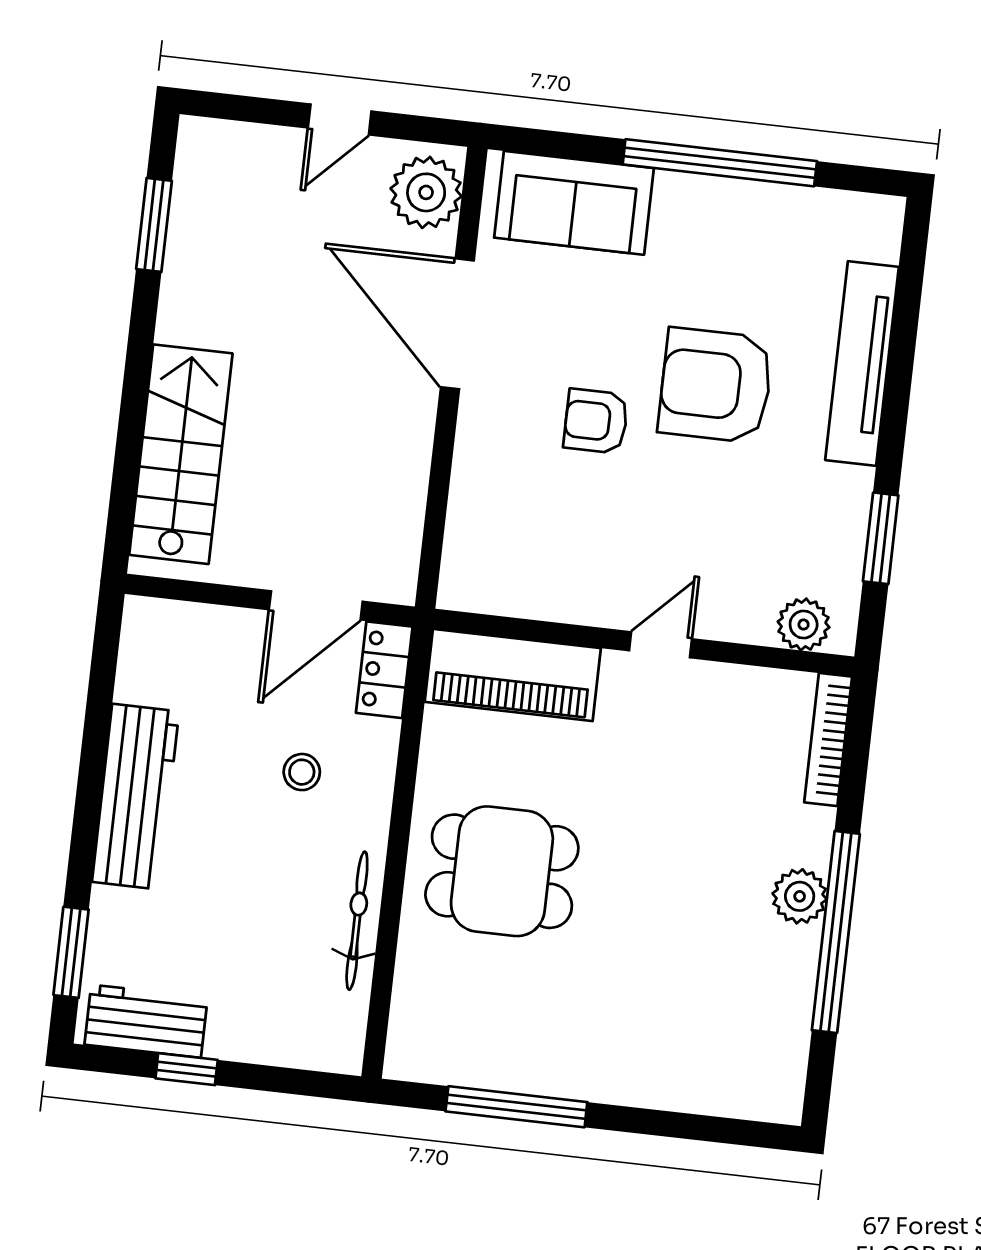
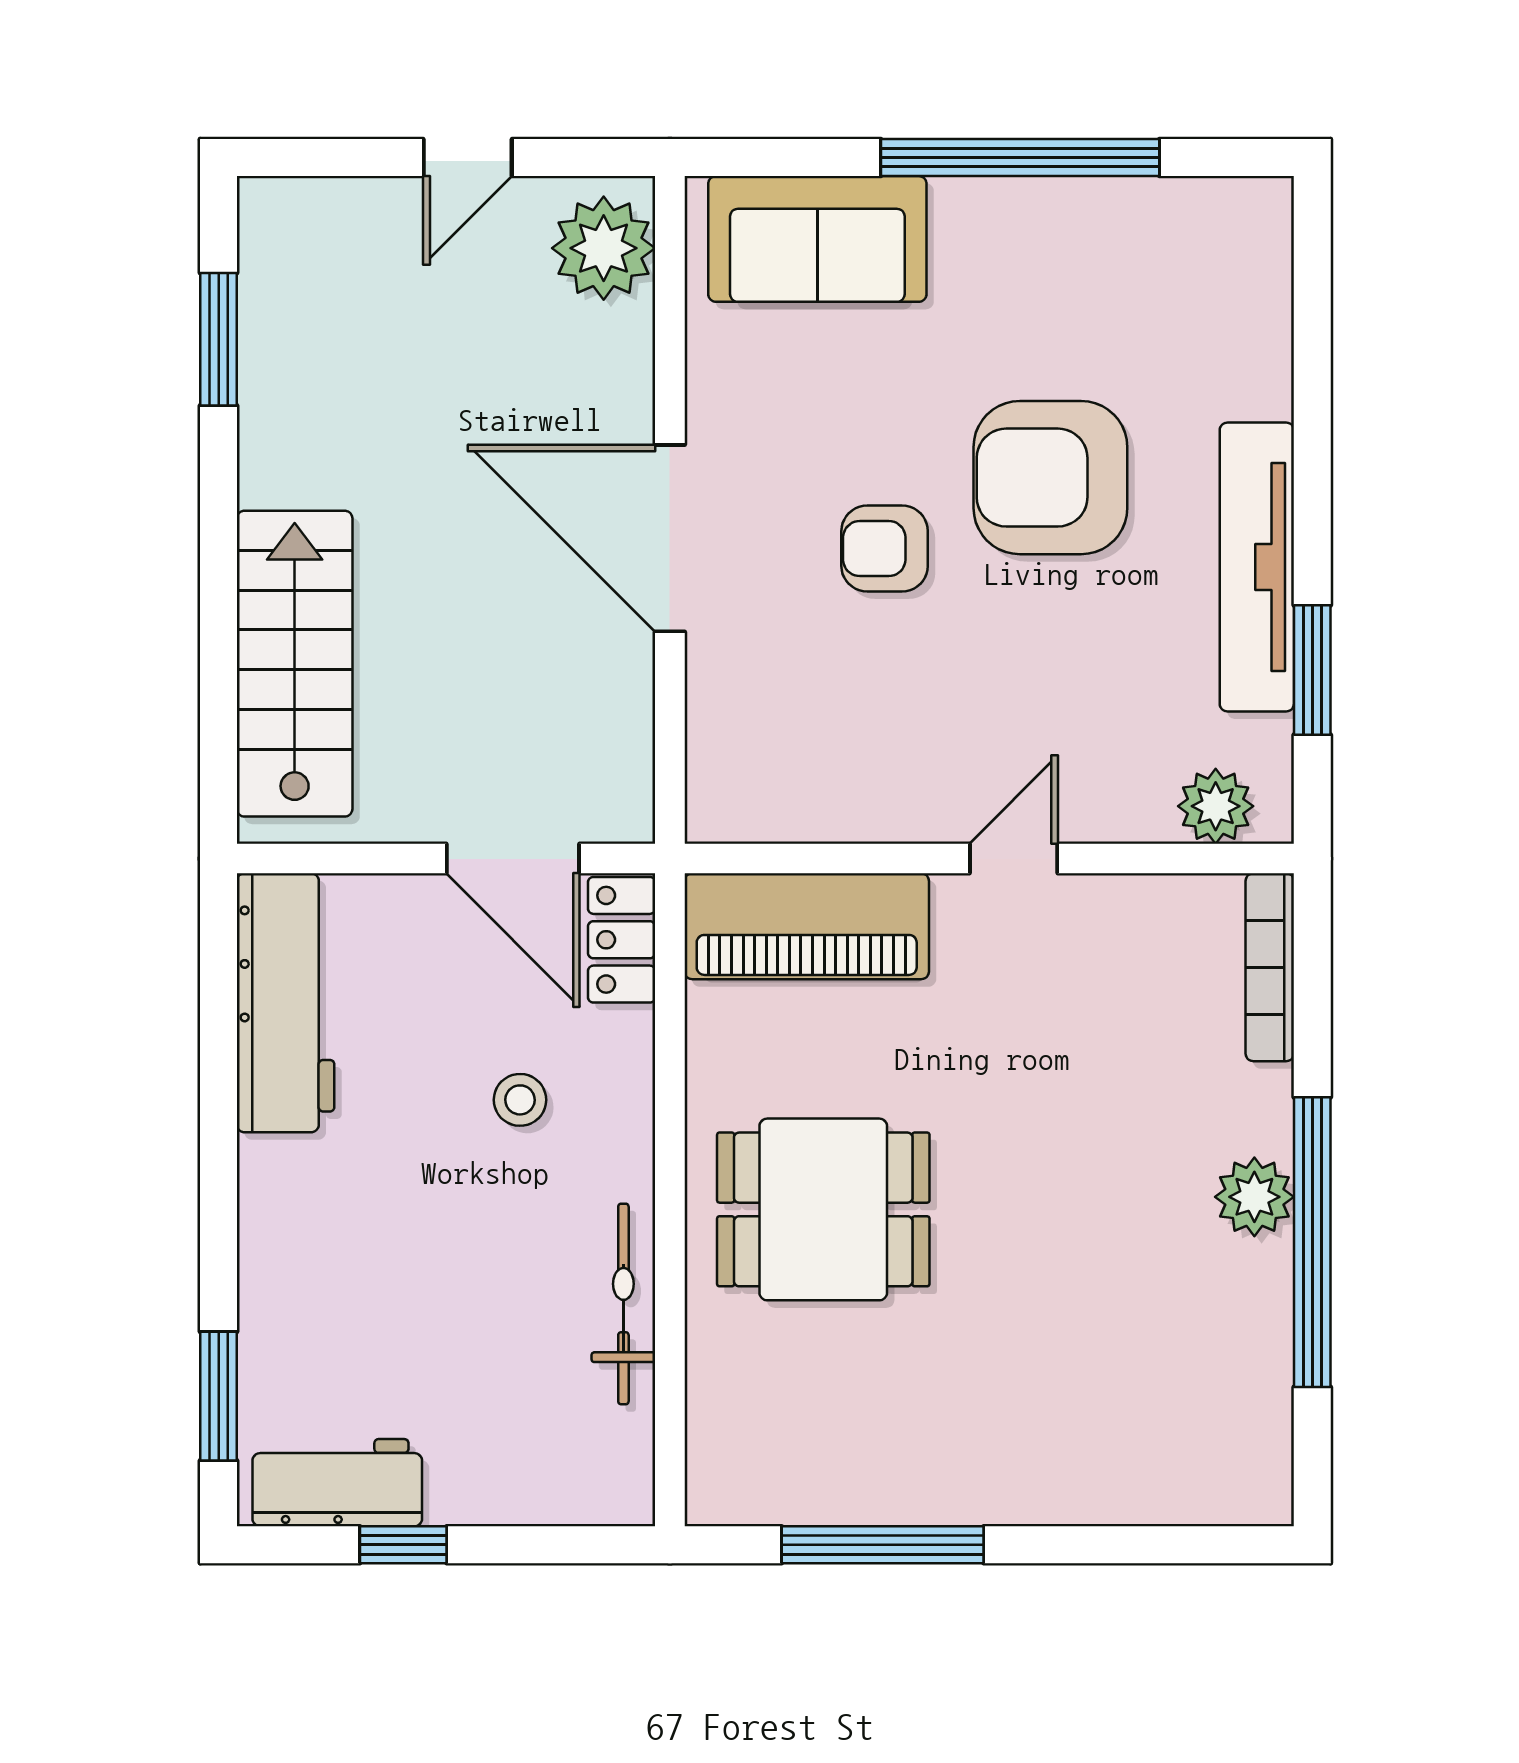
door: (457, 324) -> (670, 538), moved
tv unit: (862, 363) -> (1257, 567), moved
door: (316, 605) -> (513, 859), hinge flipped
workbench: (136, 797) -> (286, 1003), moved

